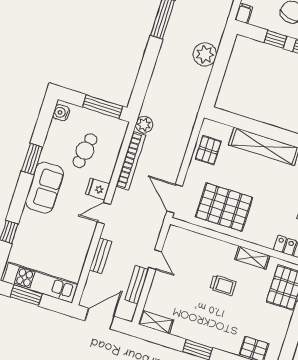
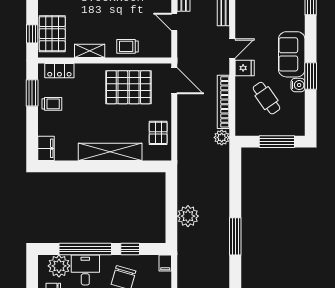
window: (103, 107) -> (277, 142), moved
water cooler: (61, 113) -> (298, 85), moved
cafe table: (85, 151) -> (266, 98), turned -45
trolley: (223, 285) -> (128, 46), moved

